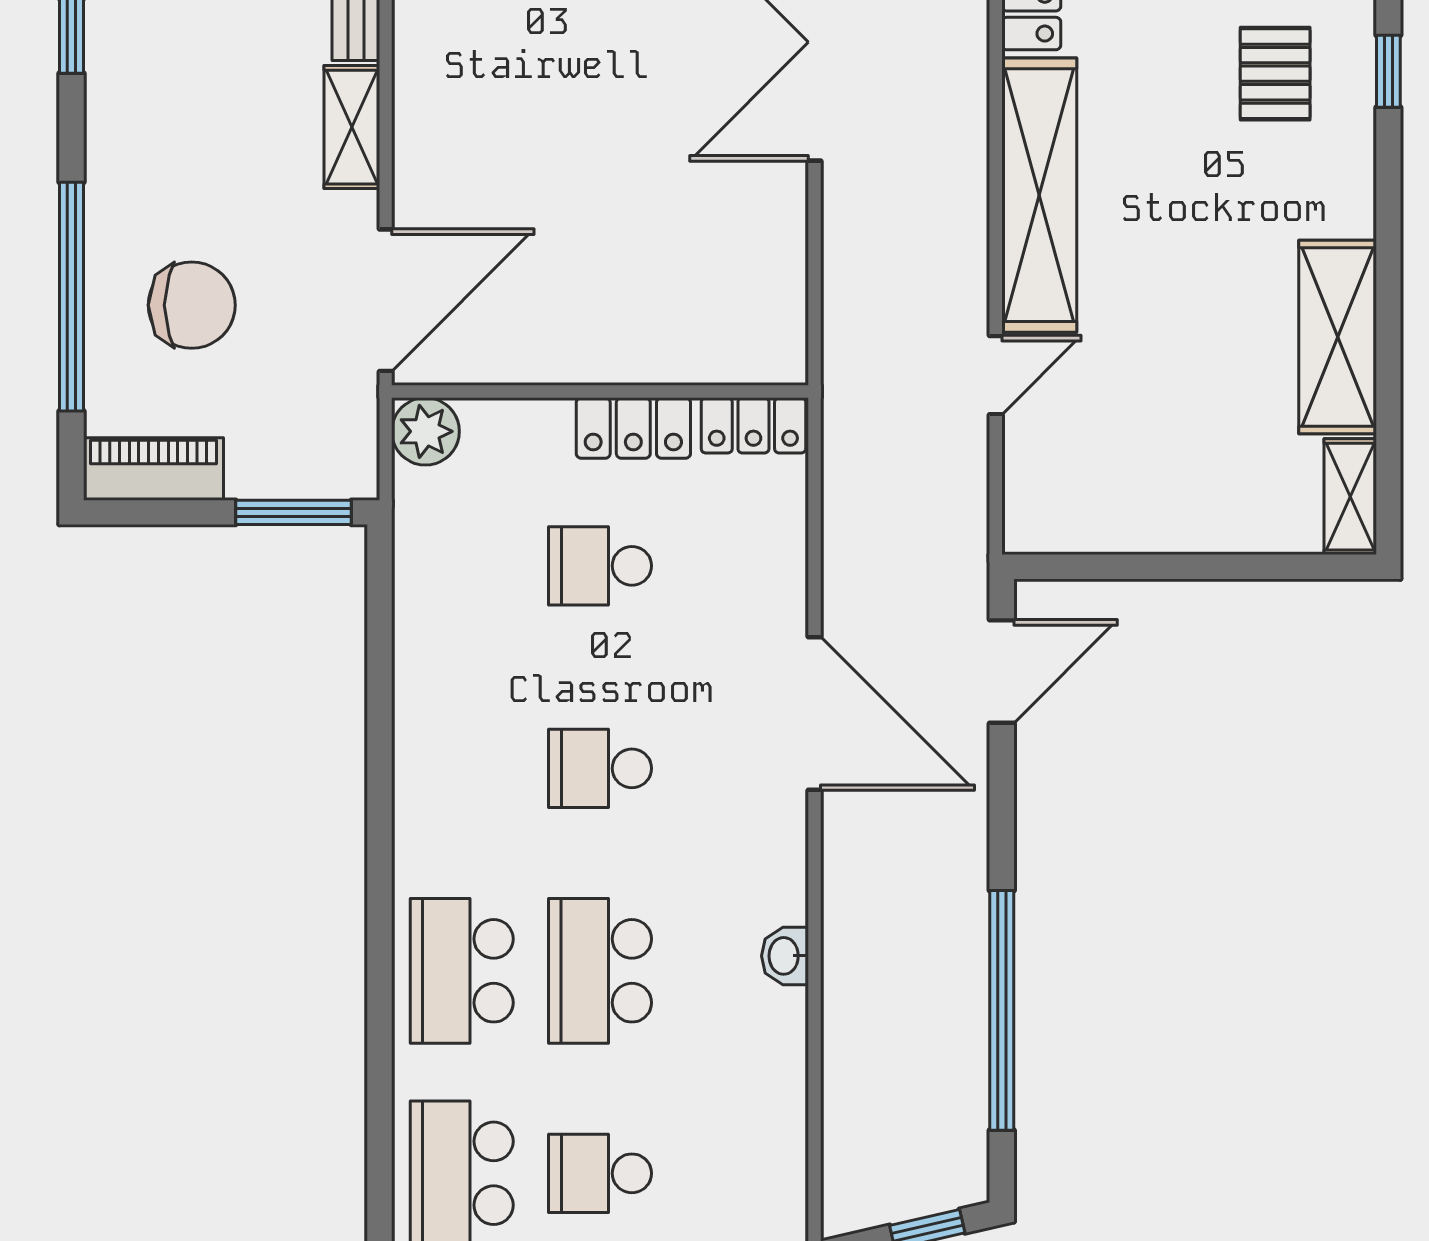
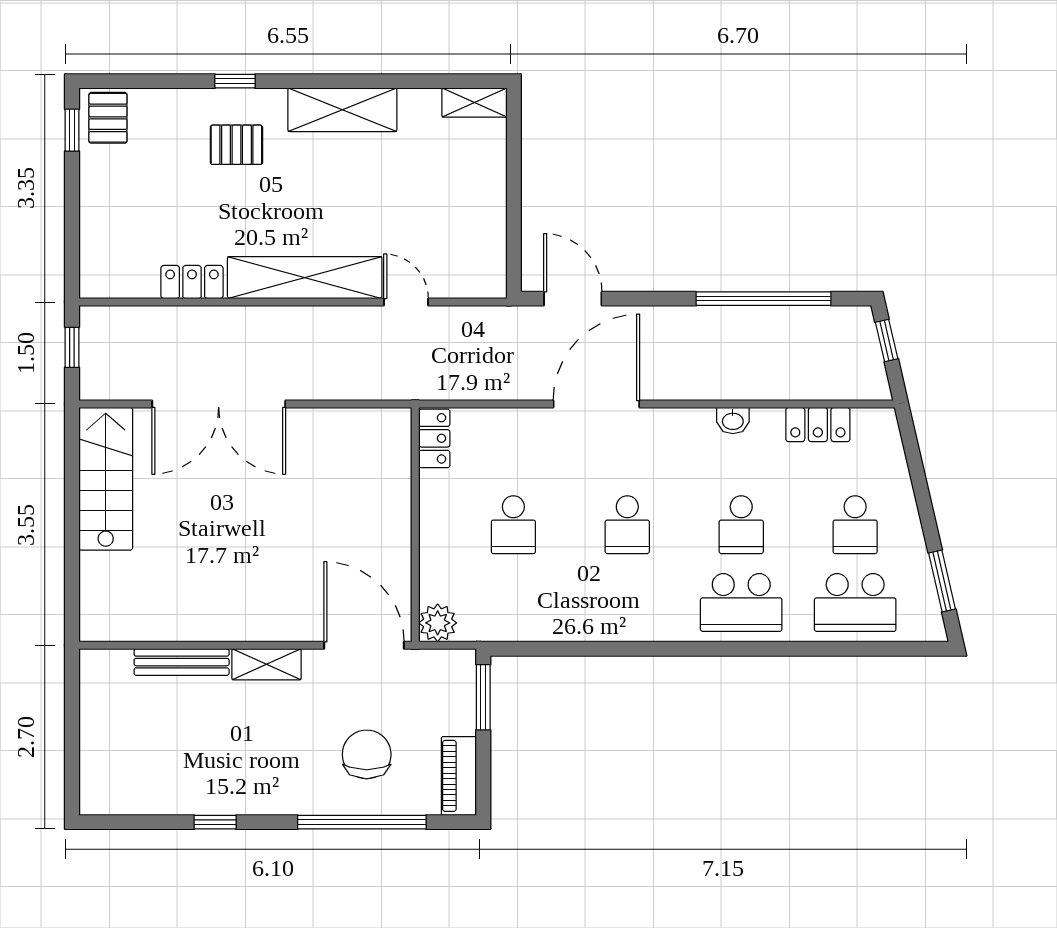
shelving: (1338, 337) -> (342, 110), moved
locker: (633, 428) -> (818, 425), moved, turned 90
school desk: (600, 971) -> (741, 525), width x0.54

